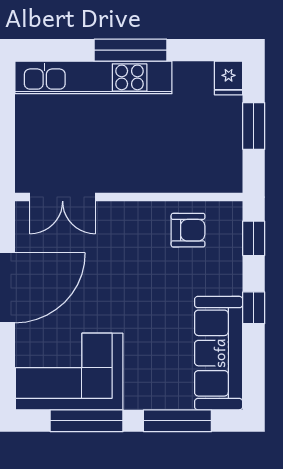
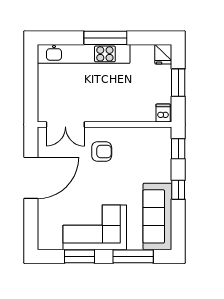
dishwasher: (228, 178) -> (163, 113), added
armchair: (188, 230) -> (102, 151), moved
corner sofa: (69, 372) -> (95, 227), moved
window: (87, 421) -> (80, 256), width x0.69

